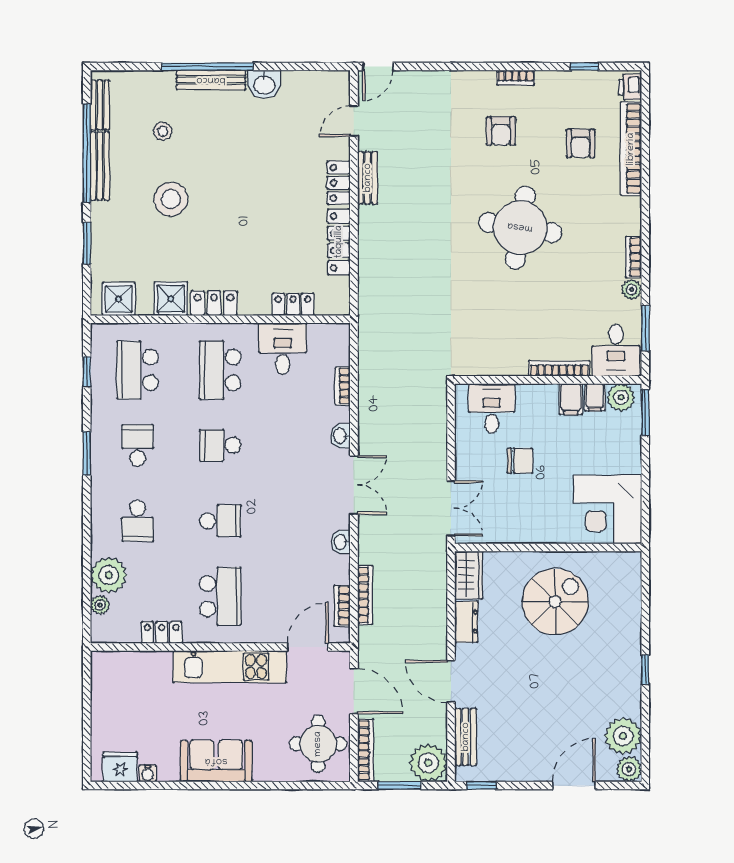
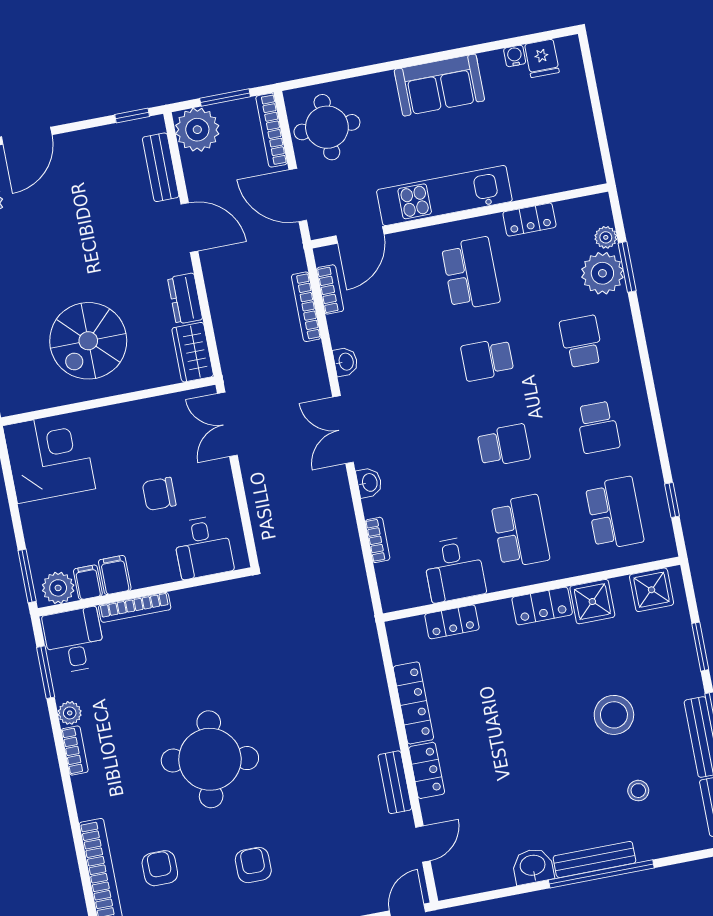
window: (87, 453) -> (627, 267), moved
school desk: (220, 596) -> (471, 274), turned 180
fridge: (120, 767) -> (542, 58), width x0.72

